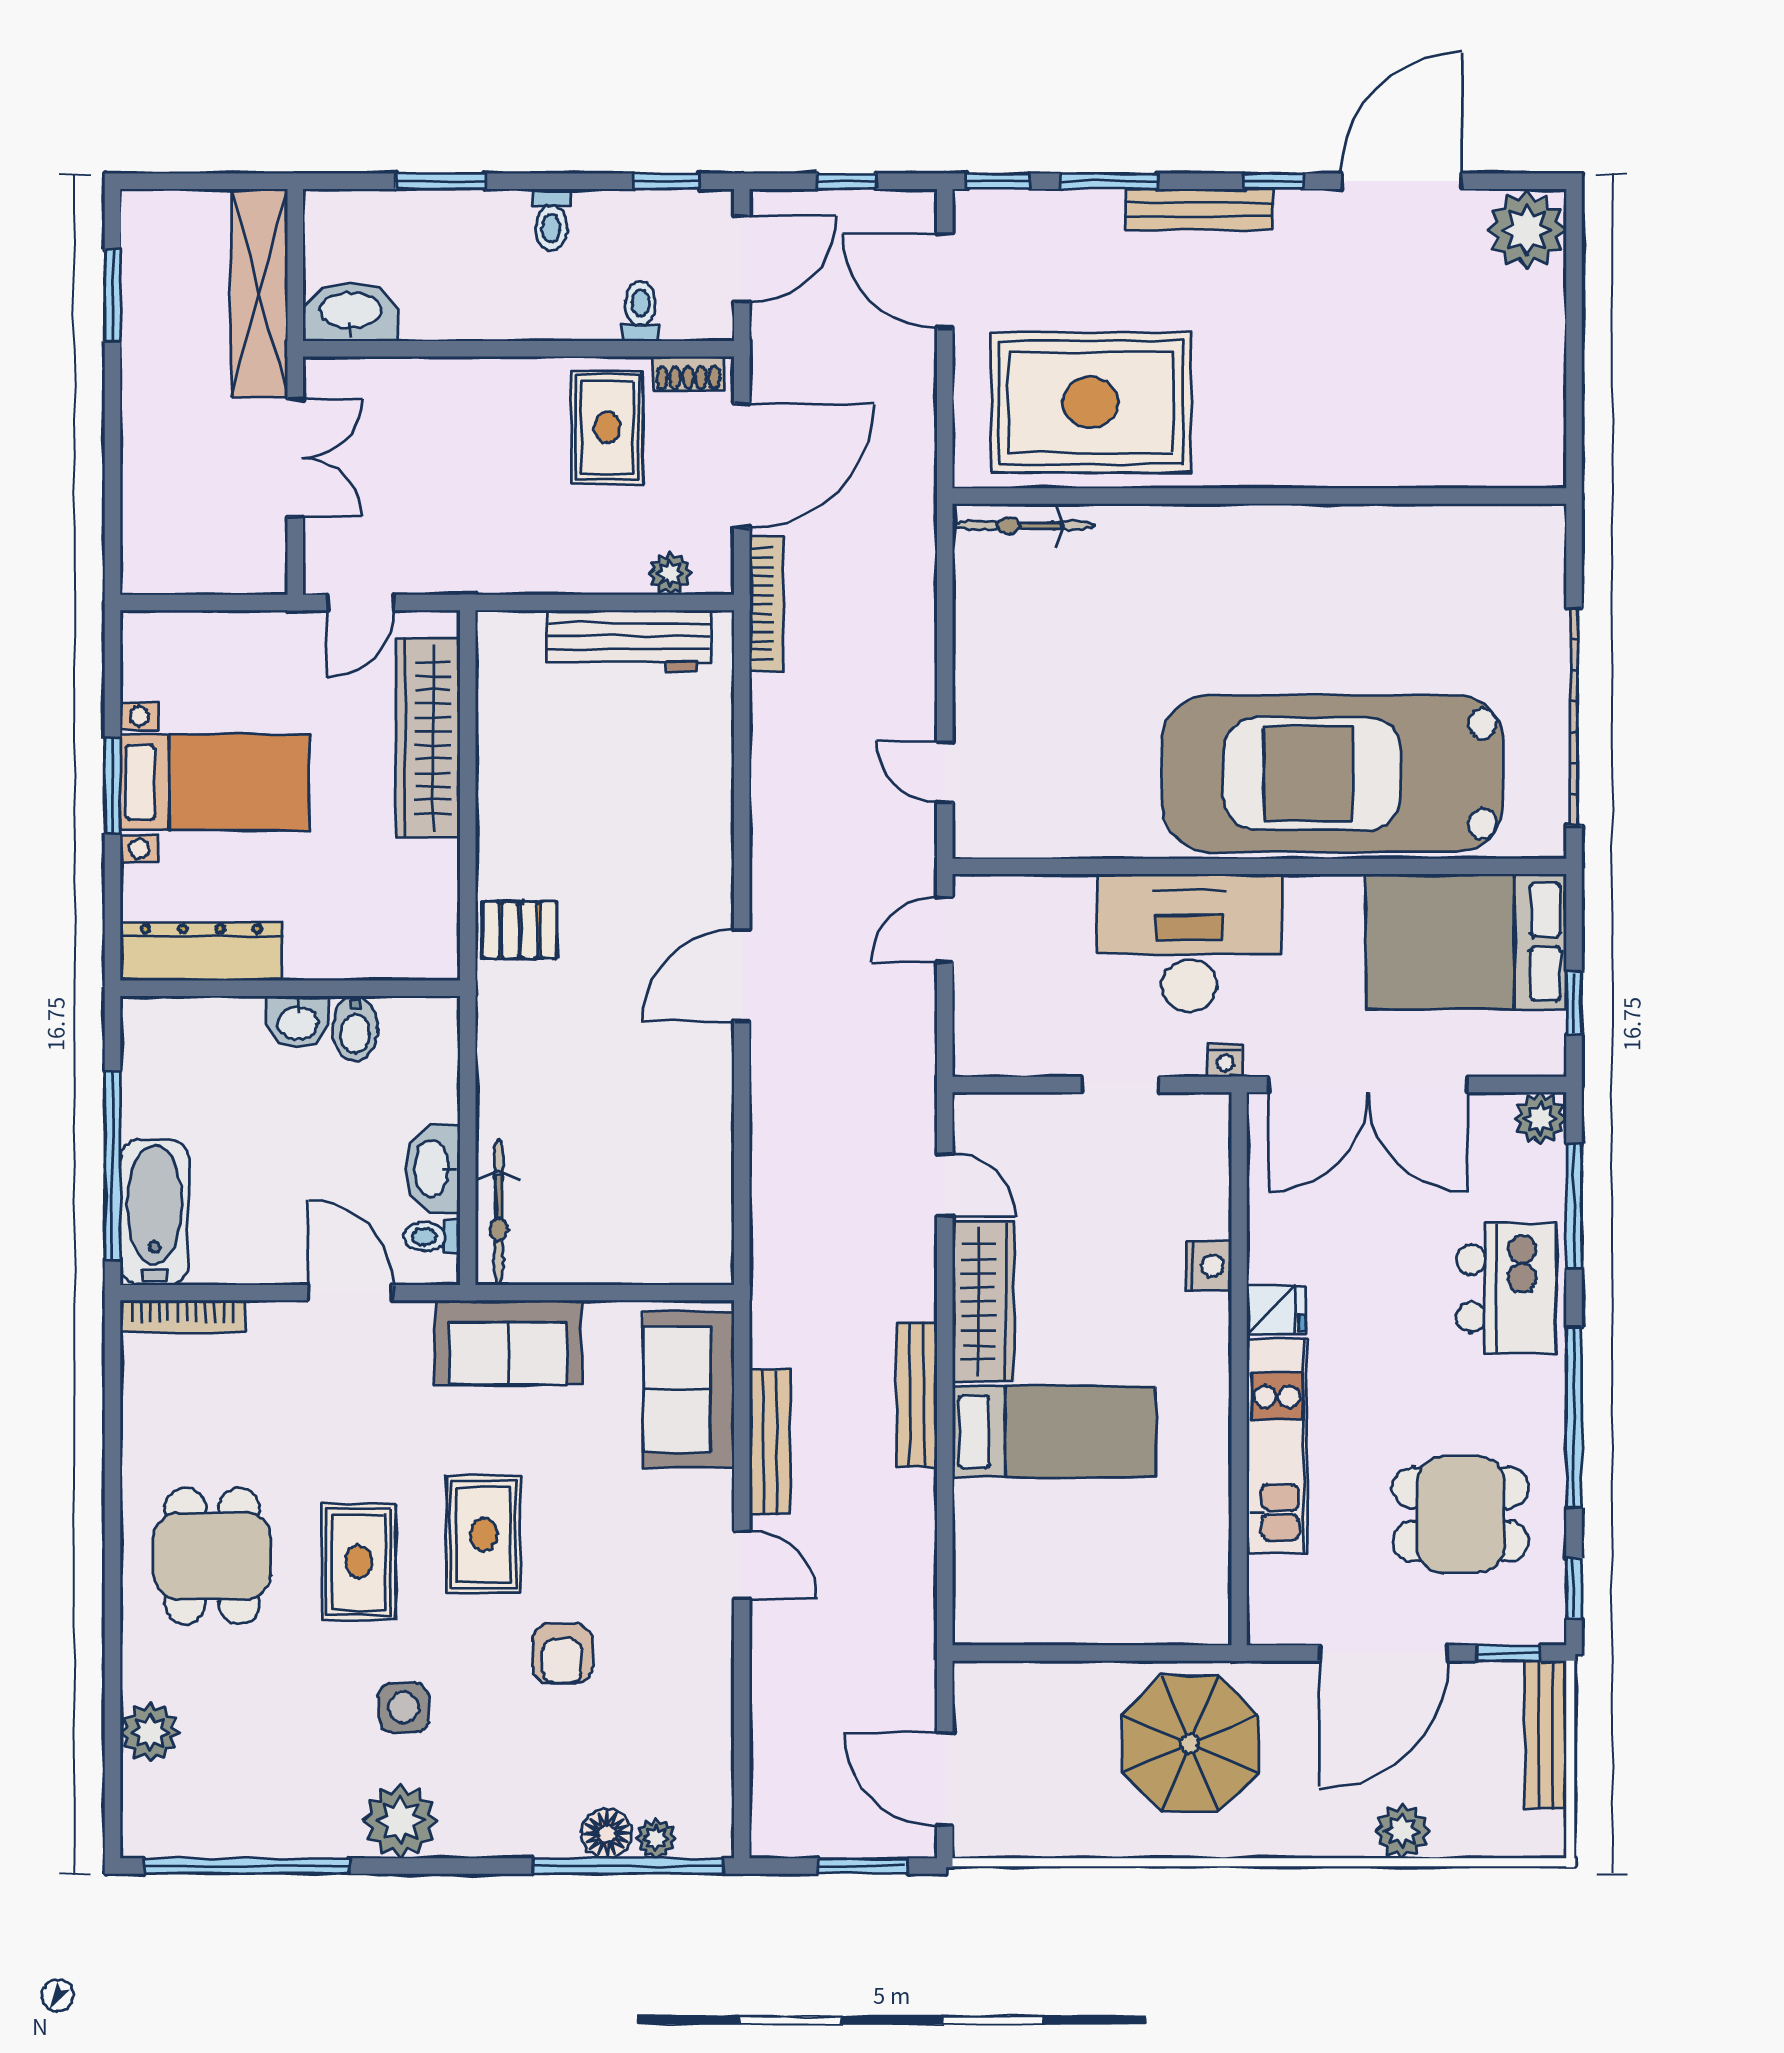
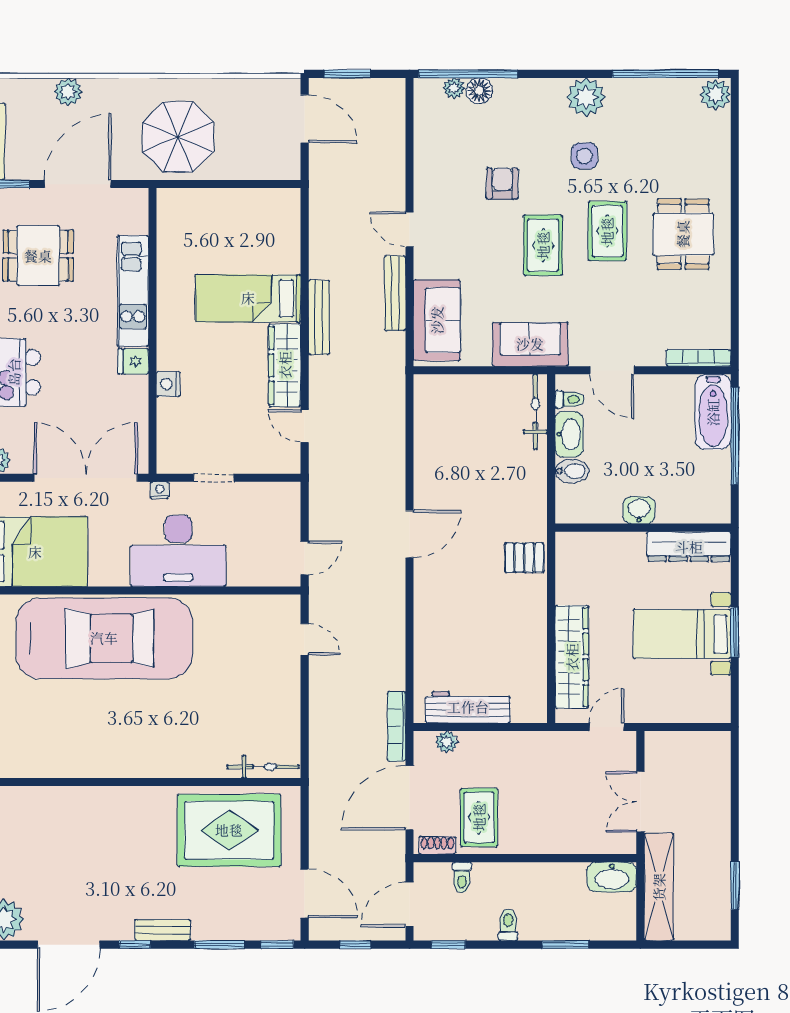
bench: (1199, 210) -> (163, 930), width x0.73
bidet: (355, 1028) -> (572, 471), moved, turned 90
plant: (150, 1732) -> (715, 95), moved

